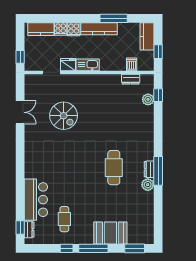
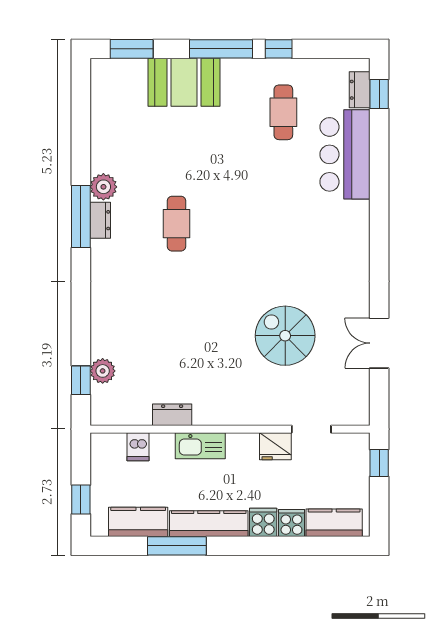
kitchen counter: (147, 36) -> (138, 522), moved, turned -90
window: (158, 52) -> (81, 499), moved
kitchen sink: (88, 65) -> (200, 446), moved
dresser: (131, 79) -> (172, 415), moved
cafe table: (114, 168) -> (177, 224), width x0.73, depth x0.74

